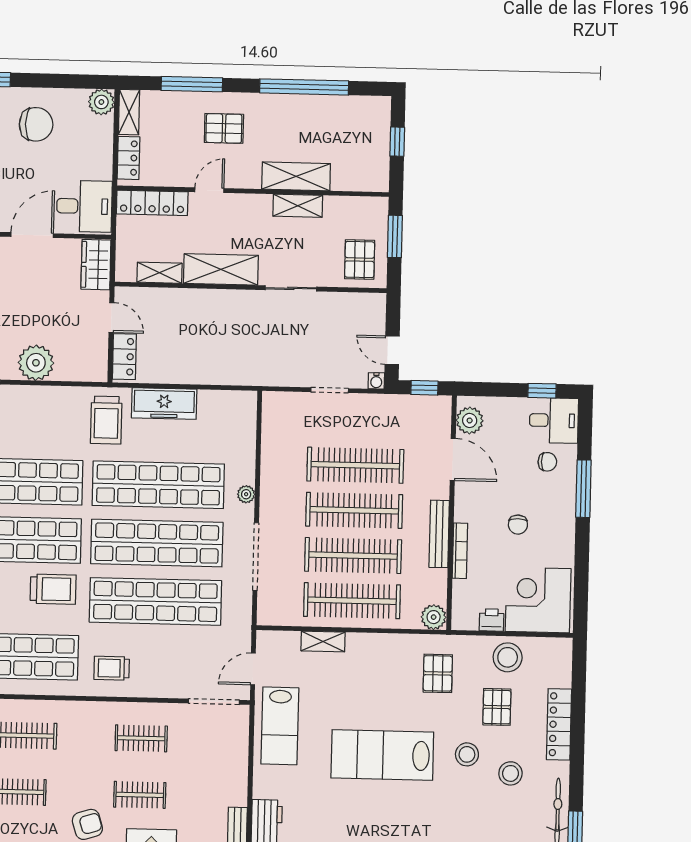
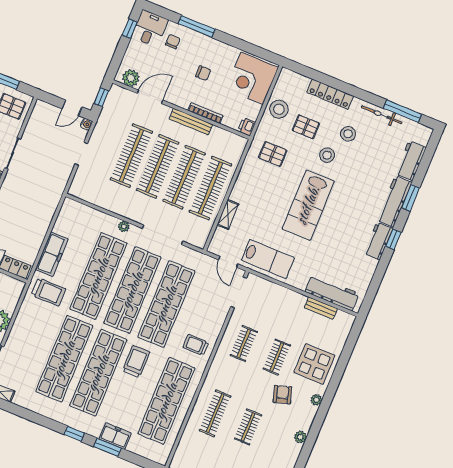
plant: (434, 617) -> (239, 144), removed
printer: (492, 620) -> (247, 127), moved
trolley: (112, 668) -> (196, 345), turned 90

